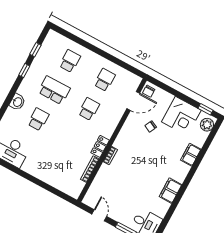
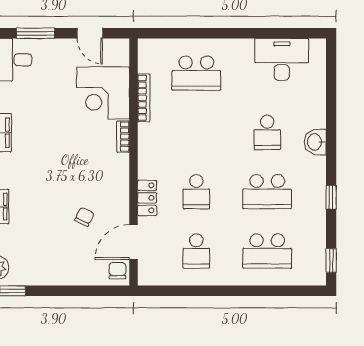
window: (35, 50) -> (331, 260), moved
school desk: (70, 61) -> (267, 251), width x1.85
corner desk: (181, 116) -> (103, 93), moved, turned -90
locker: (100, 146) -> (147, 198), moved
school desk: (57, 167) -> (196, 73), added

